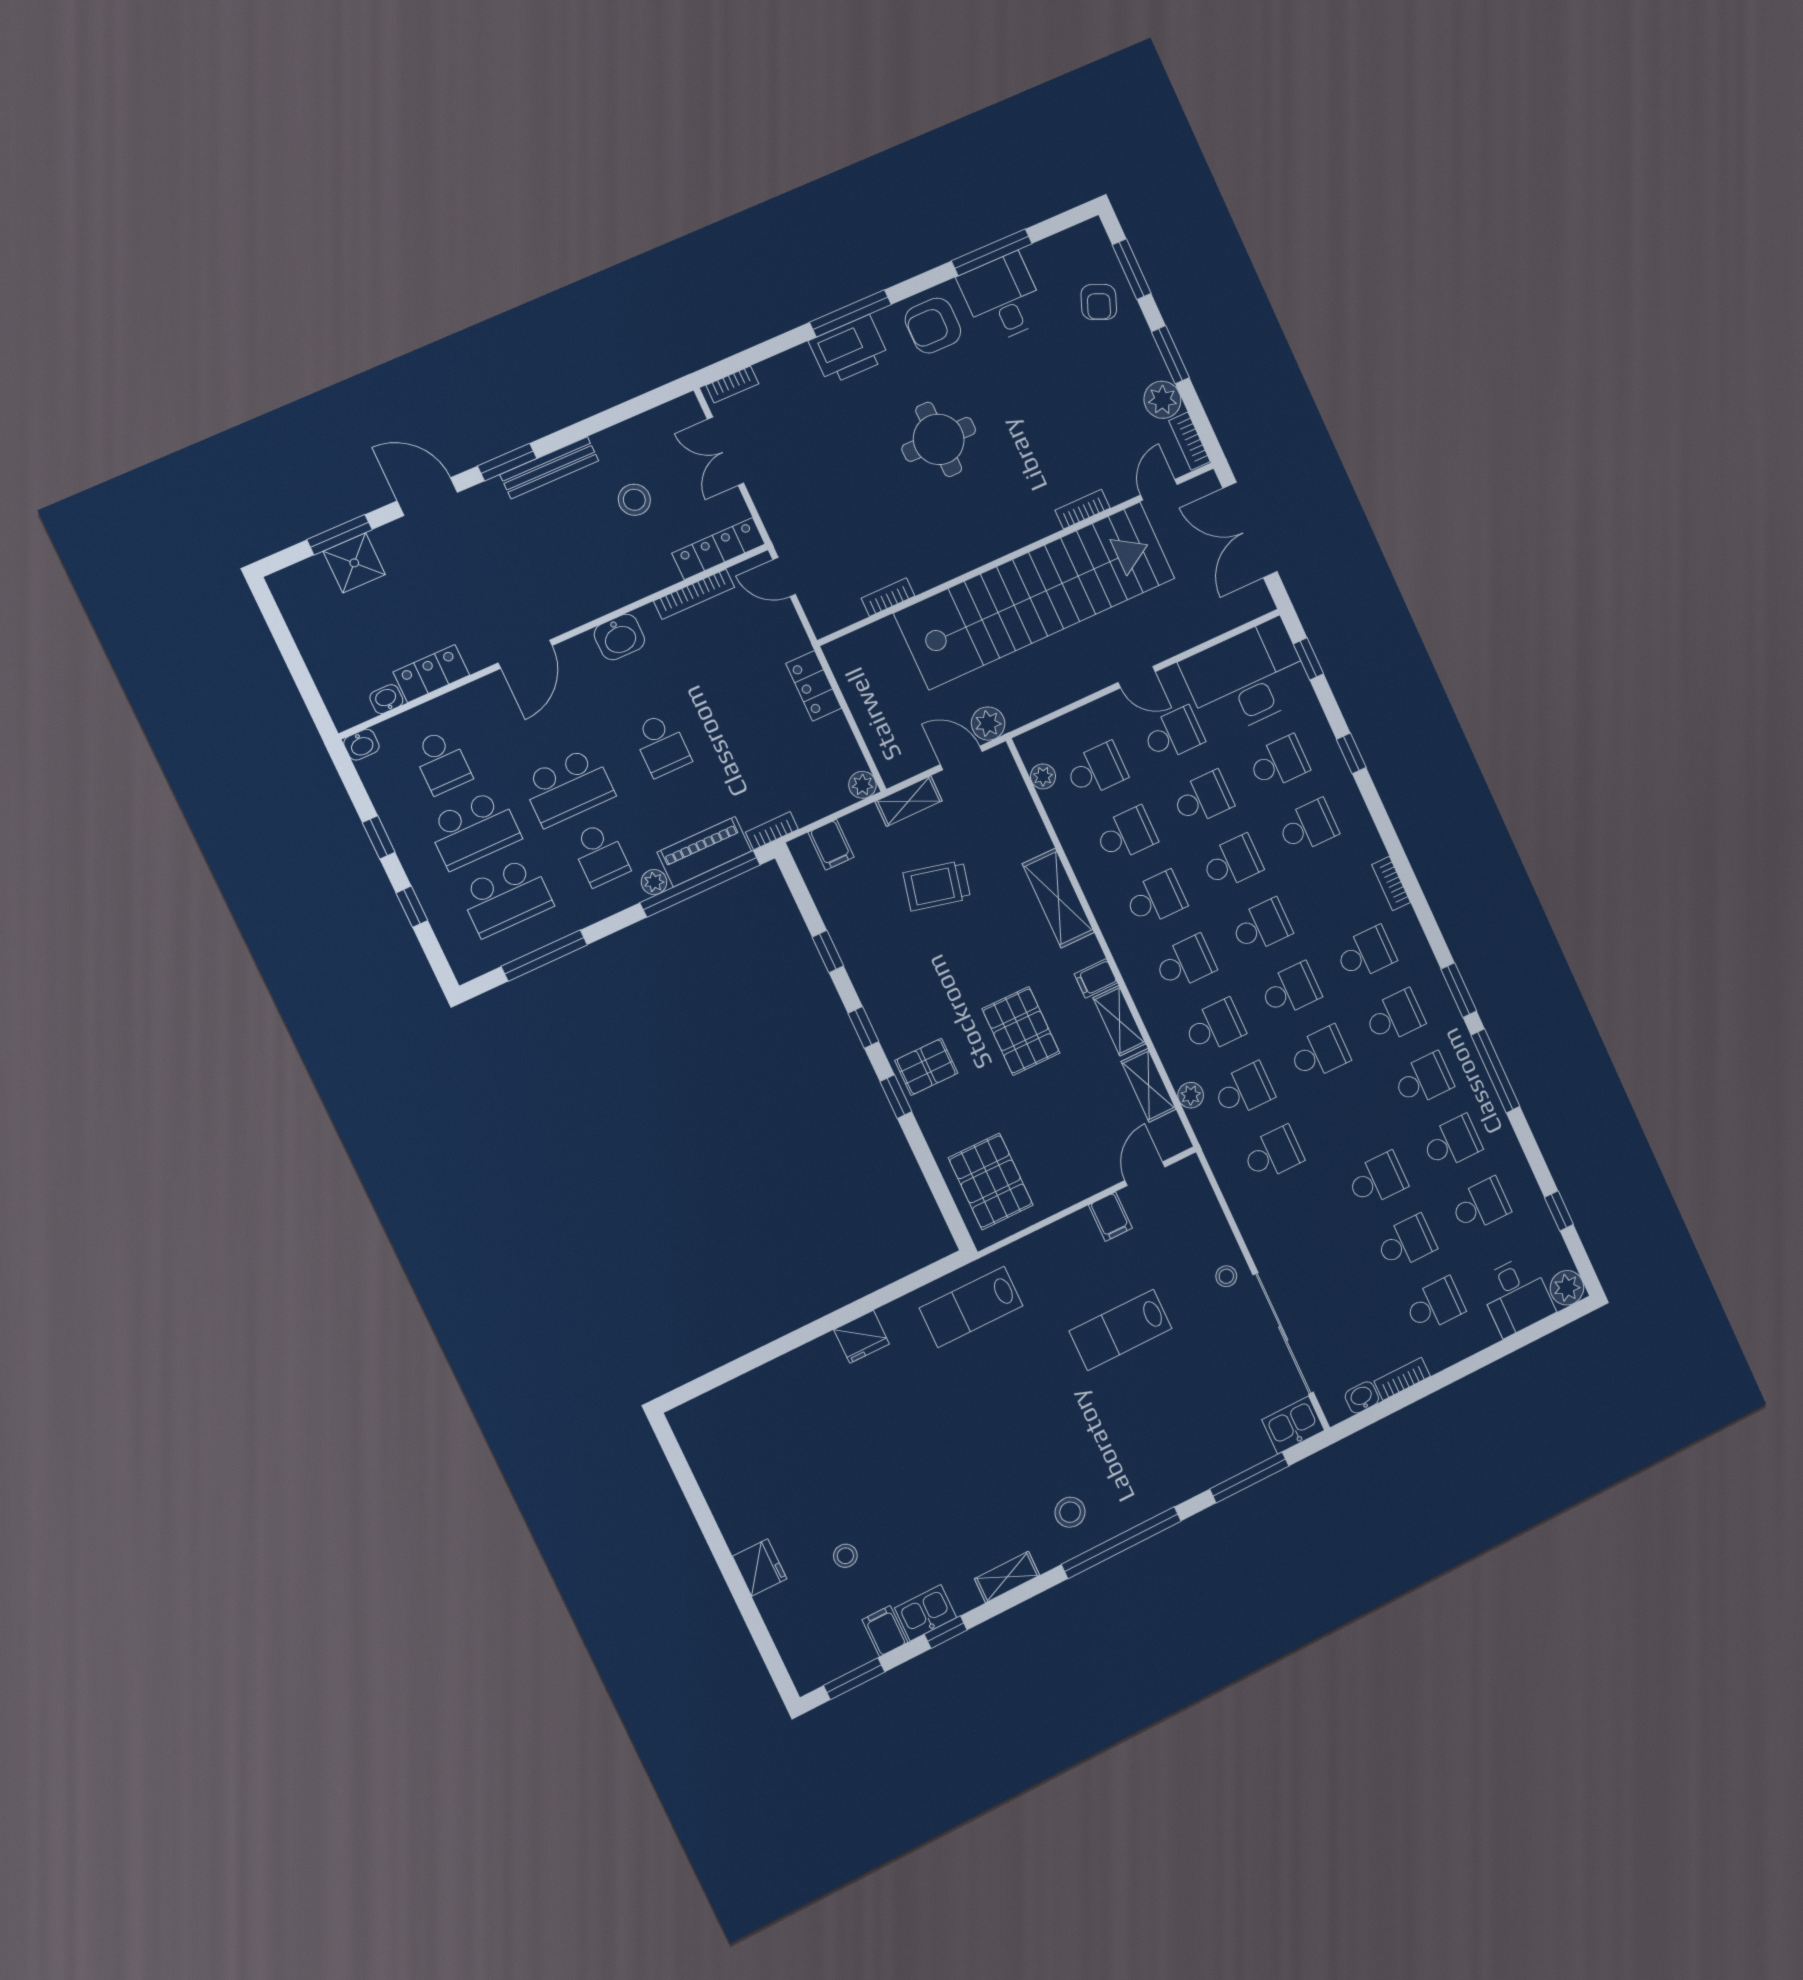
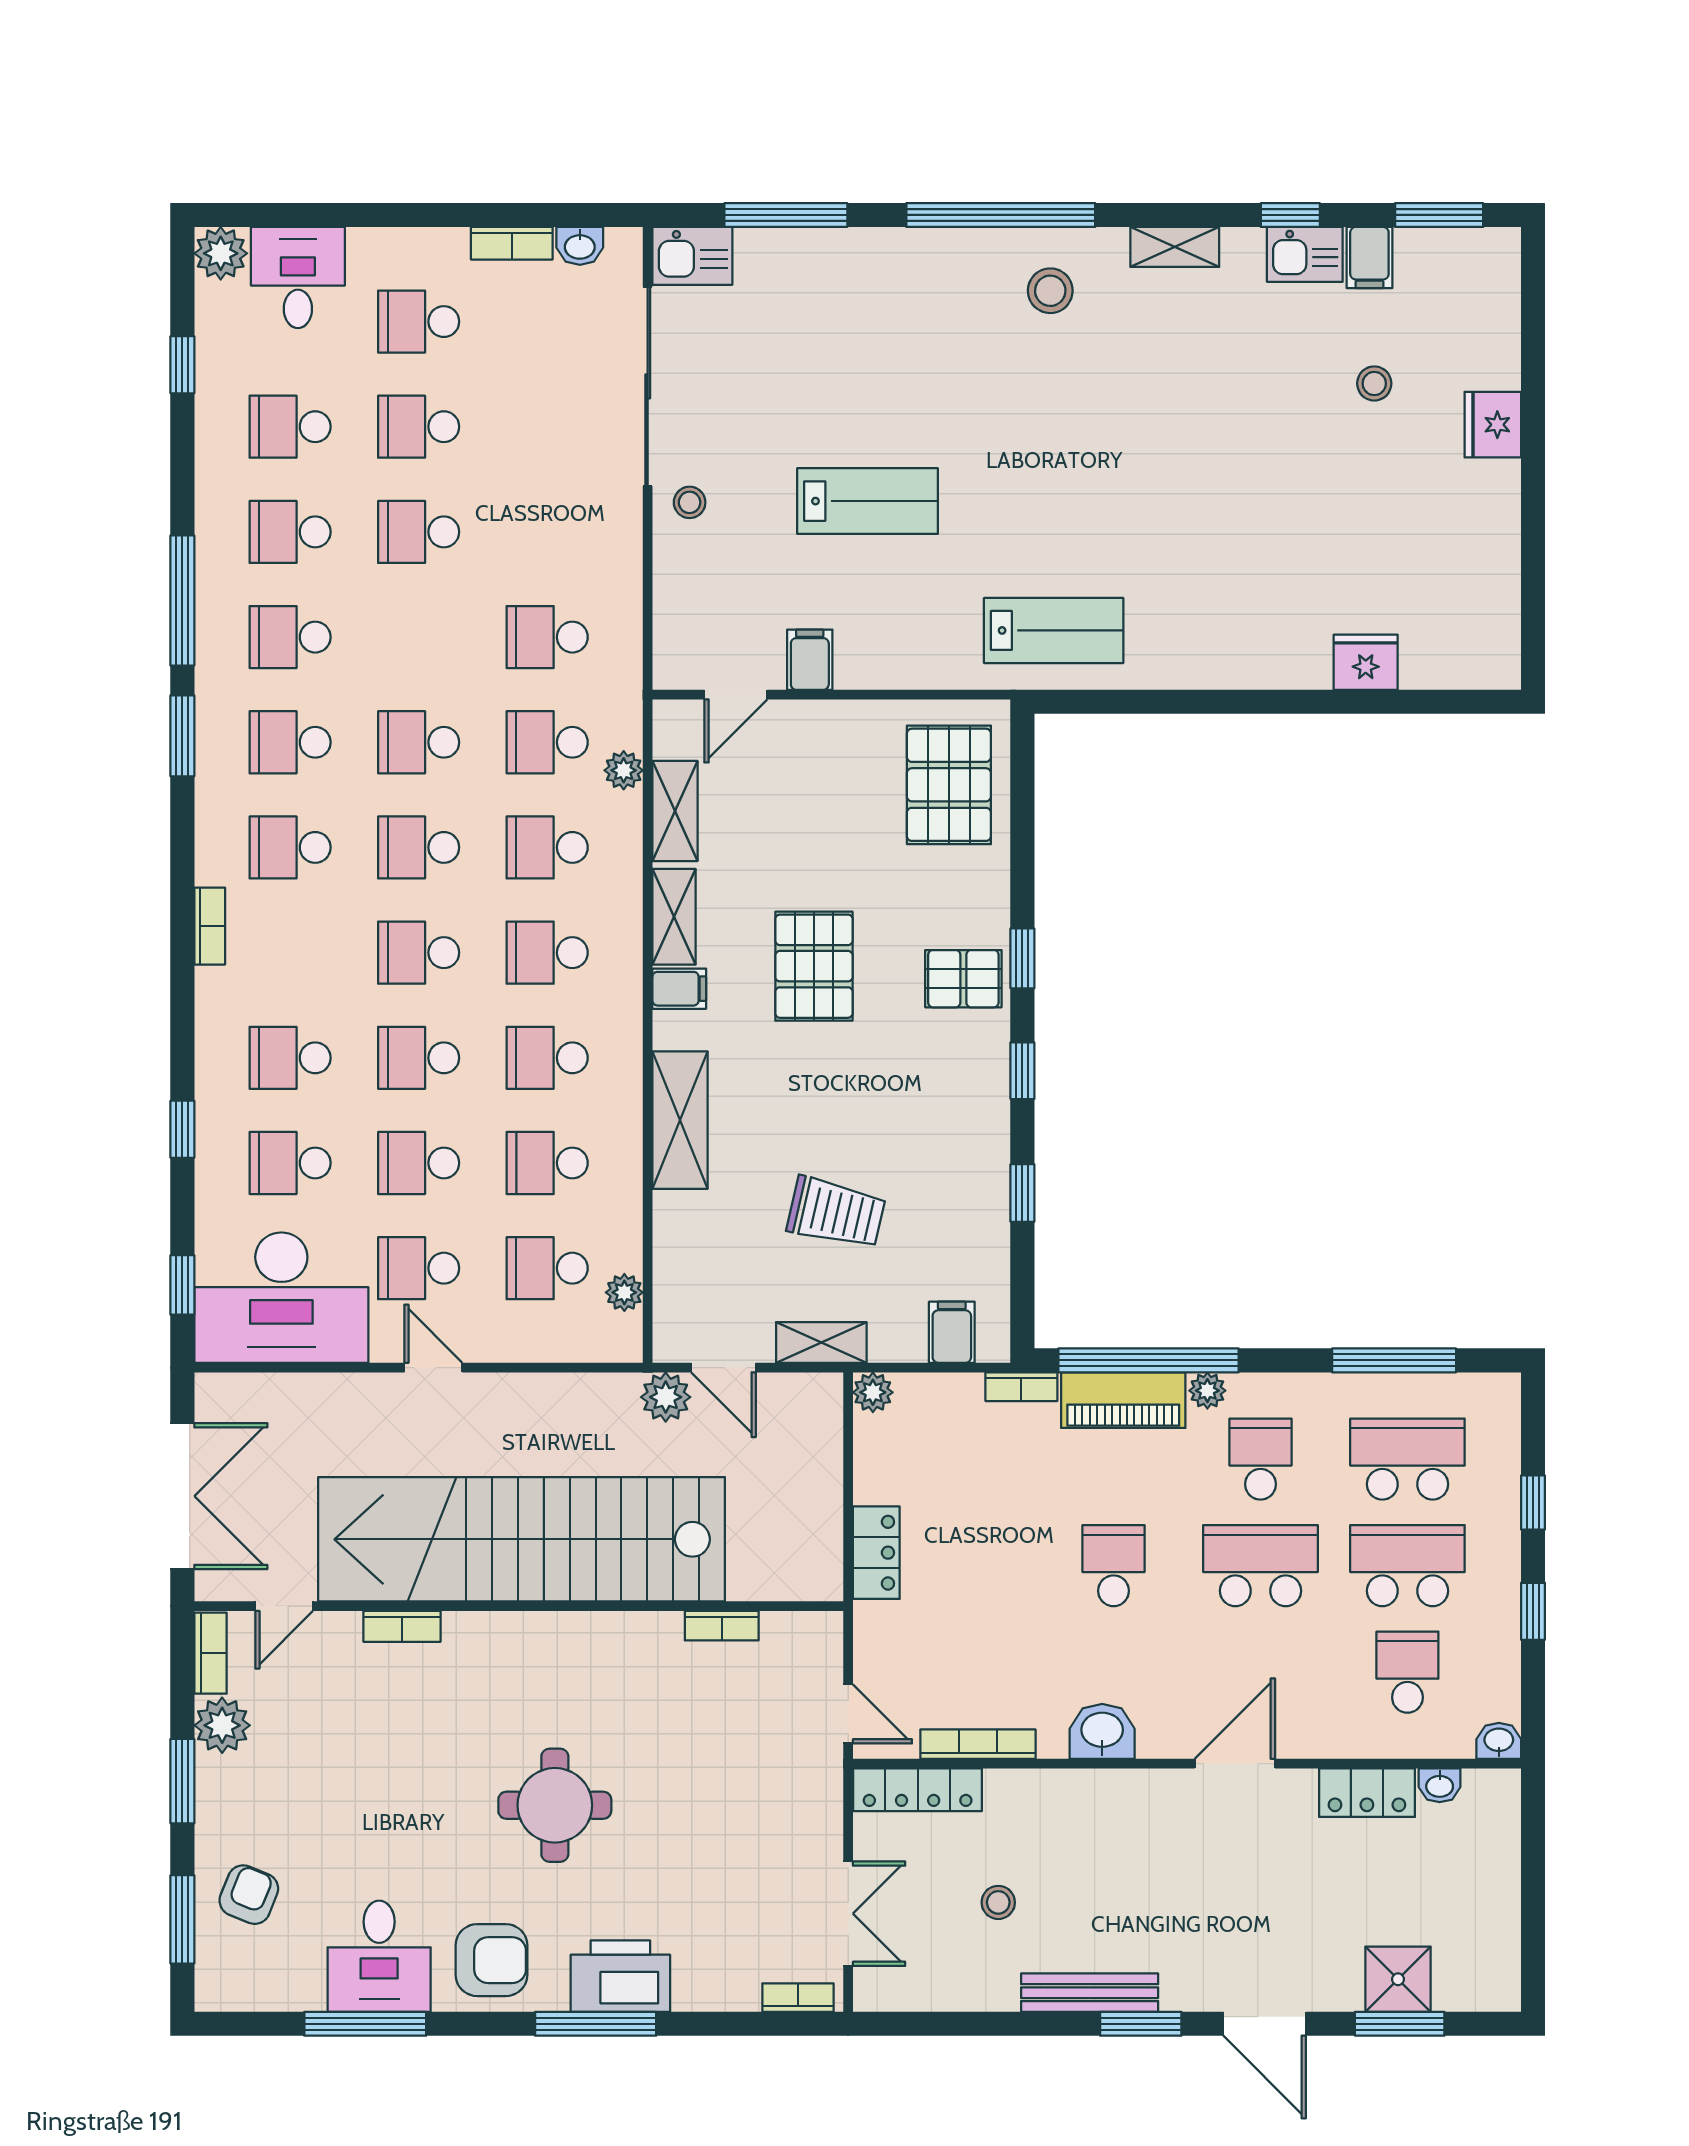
stool: (634, 500) -> (998, 1902), width x0.73, depth x0.73
fridge: (862, 1337) -> (1366, 662), moved

